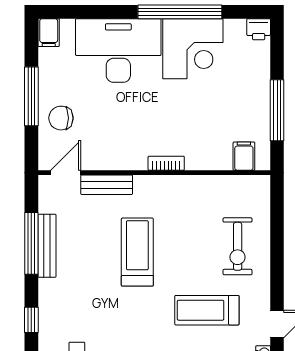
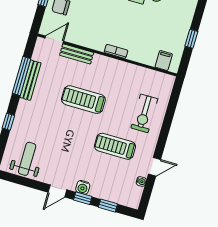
window: (277, 110) -> (191, 39), width x0.46
treadmill: (137, 252) -> (83, 100), turned -90

